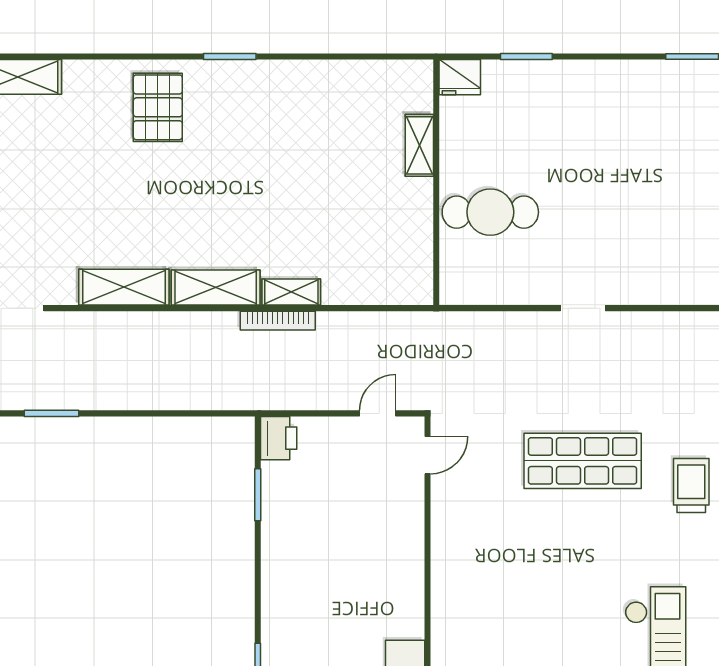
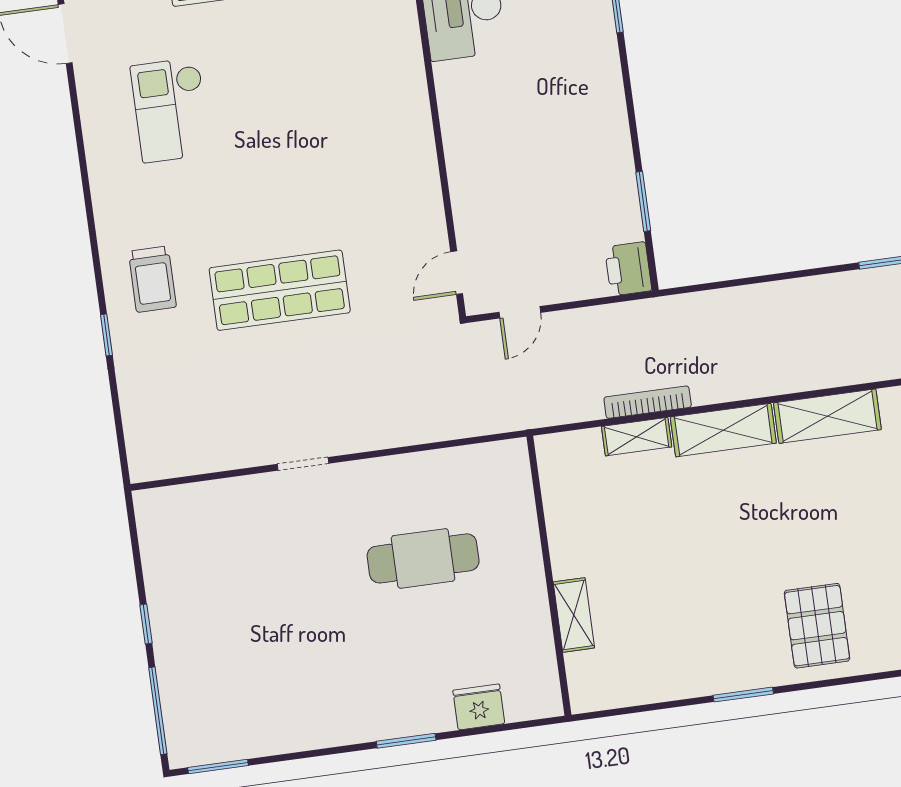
shelving: (419, 145) -> (574, 615), moved
wall: (436, 182) -> (549, 576), moved

